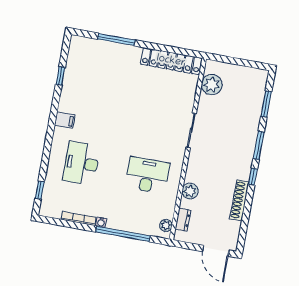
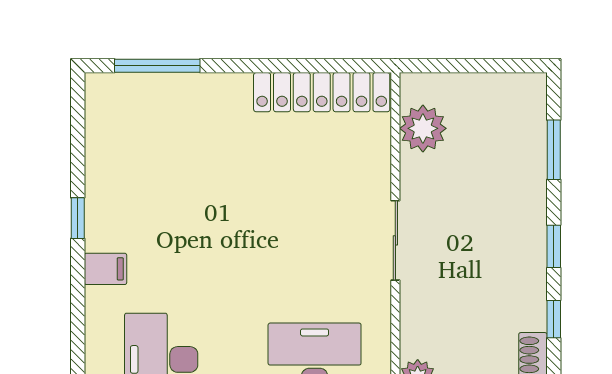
window: (116, 40) -> (157, 66), moved
window: (60, 76) -> (78, 218), moved
window: (259, 145) -> (554, 246), width x0.67

